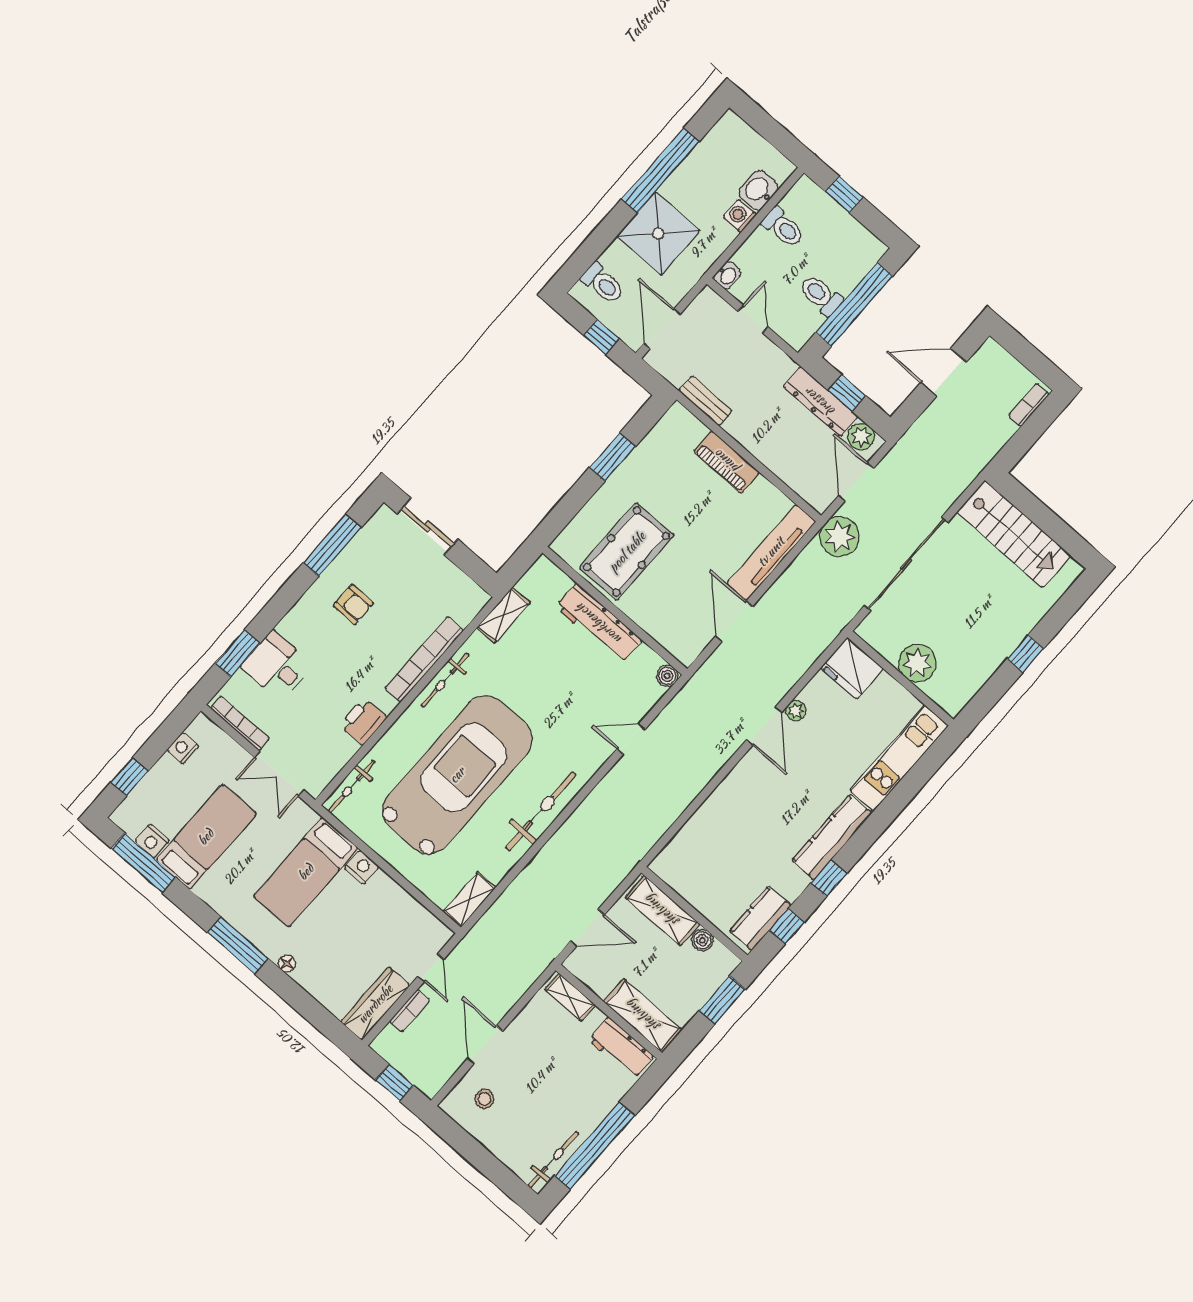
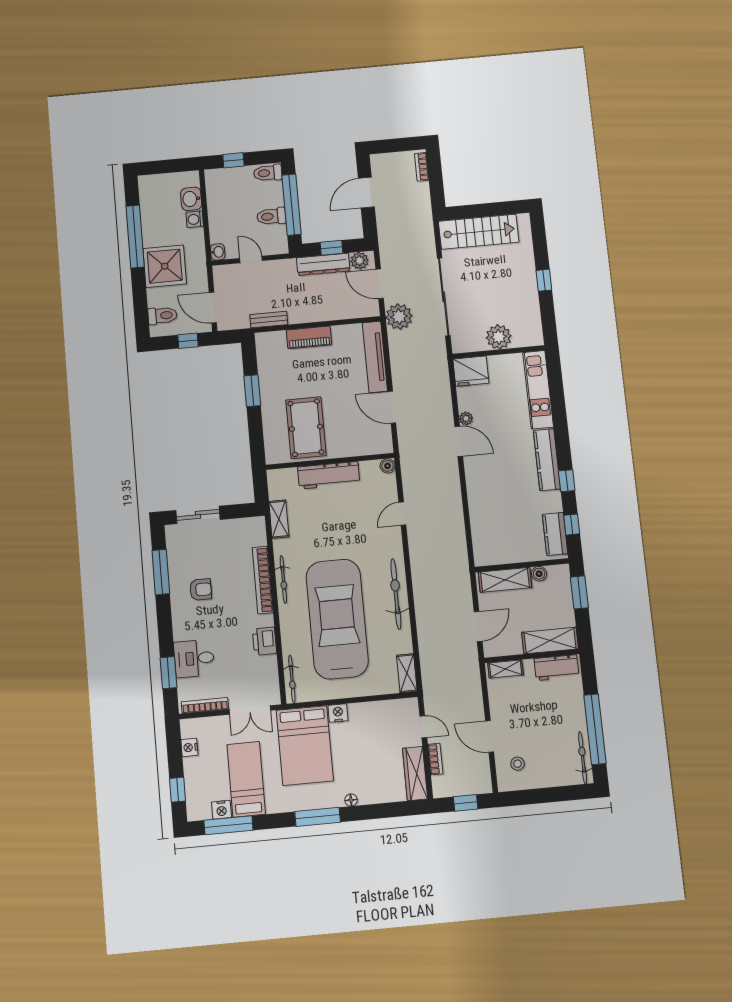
toilet: (783, 227) -> (268, 173), moved, turned 180
bed: (306, 872) -> (305, 745), width x1.50

